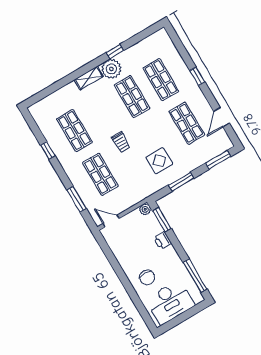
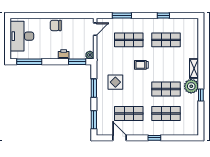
chair: (147, 277) -> (56, 25), moved

